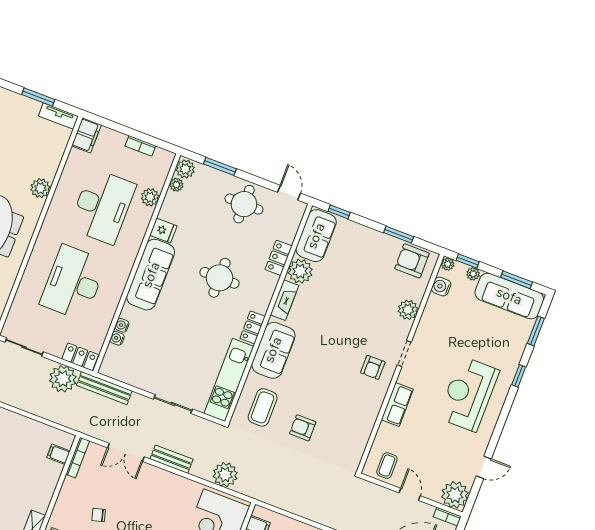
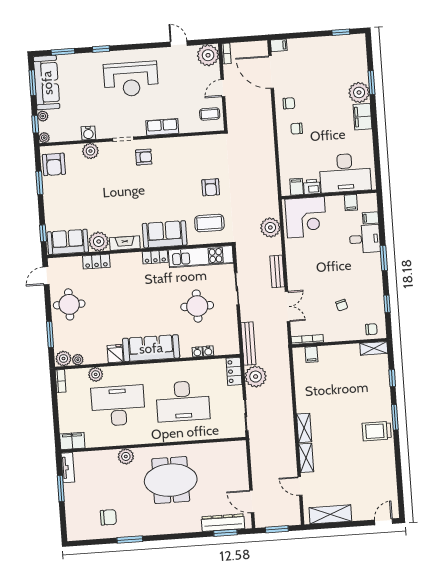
bookcase: (140, 146) -> (61, 381), moved
round table: (219, 278) -> (197, 306), moved
water cooler: (441, 286) -> (88, 133), moved

